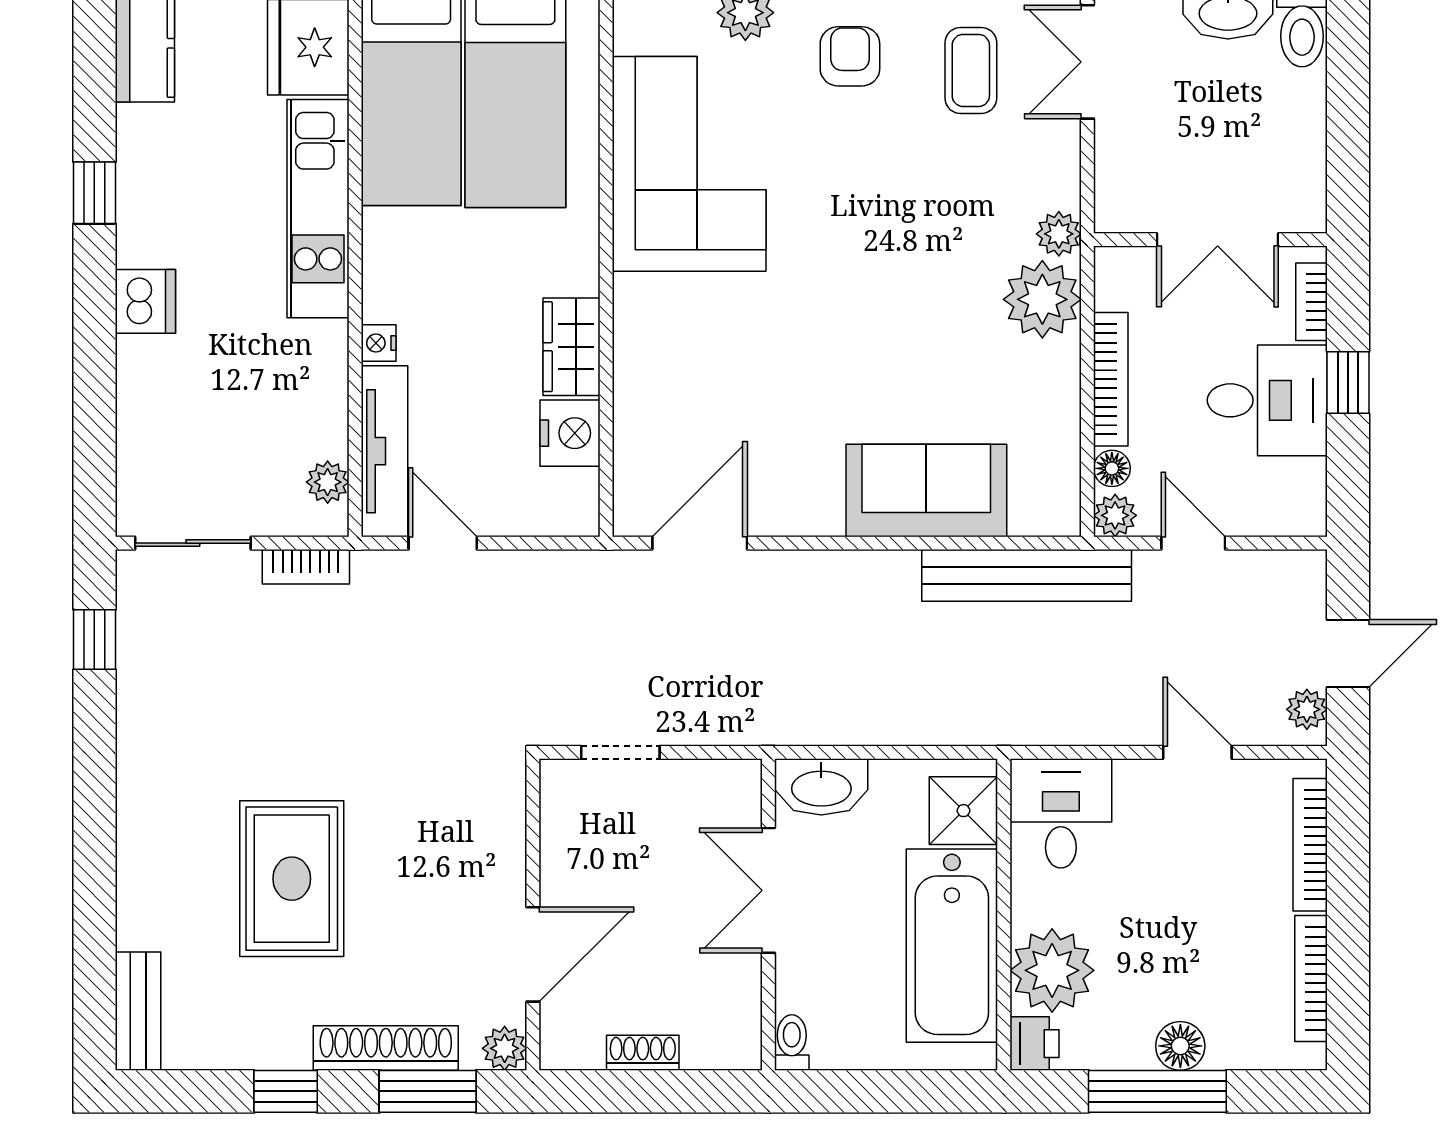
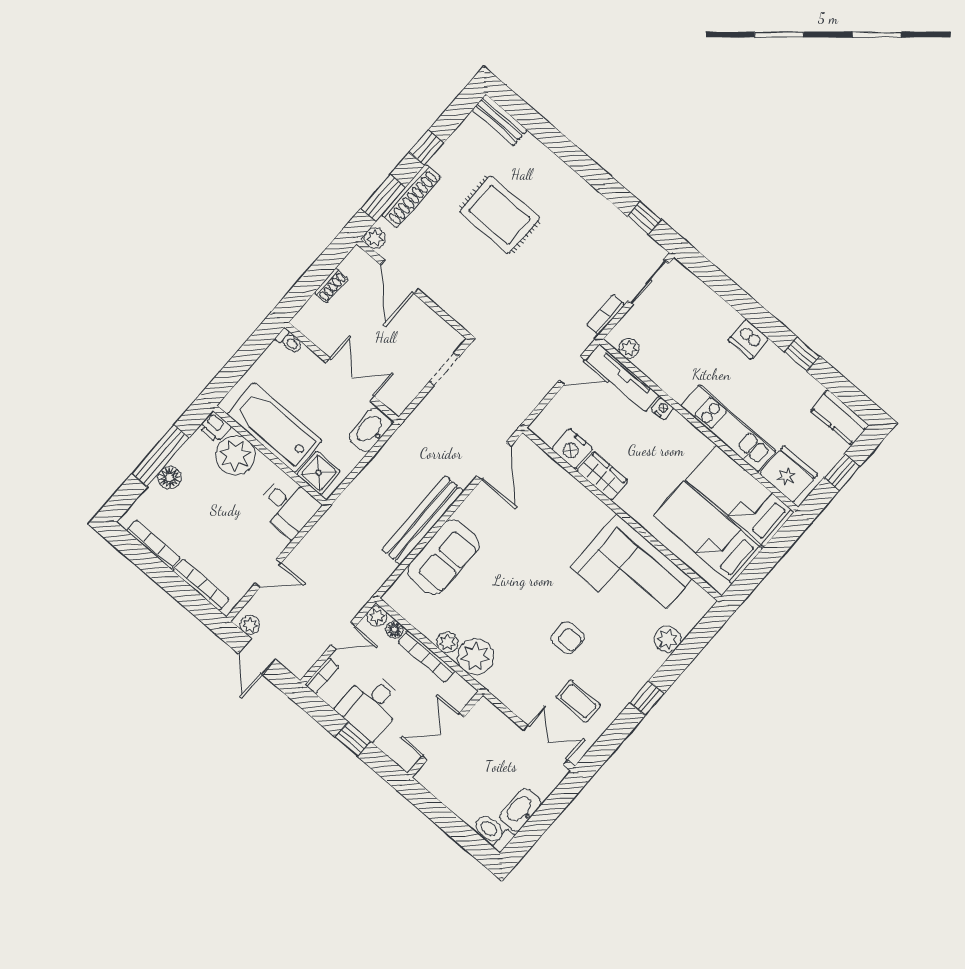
armchair: (850, 56) -> (568, 638), moved
plant: (1059, 234) -> (447, 643), moved
bookcase: (1312, 302) -> (322, 676), moved, turned 90
bench: (1027, 575) -> (423, 520), moved

